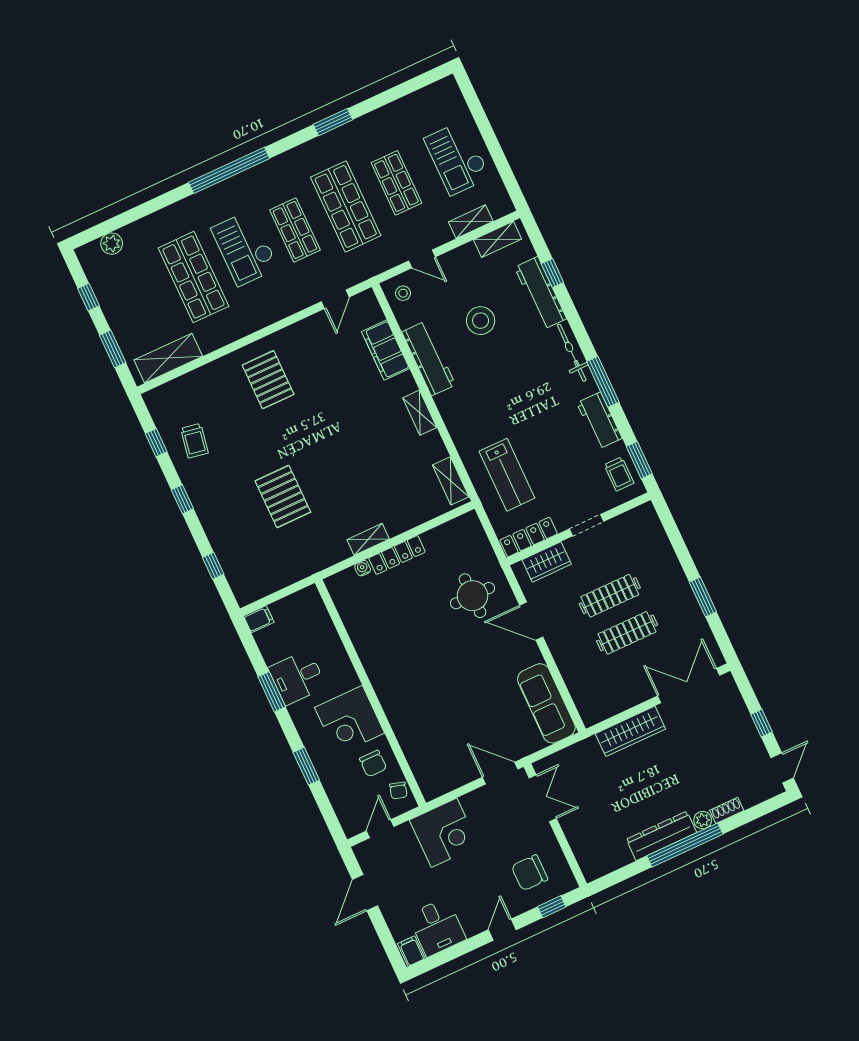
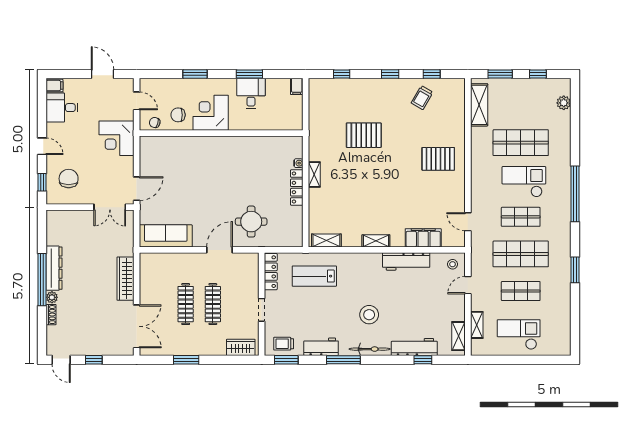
stool: (481, 321) -> (369, 315), moved
trolley: (194, 441) -> (422, 98), turned -70
wardrobe: (547, 562) -> (241, 347), moved, turned 90

